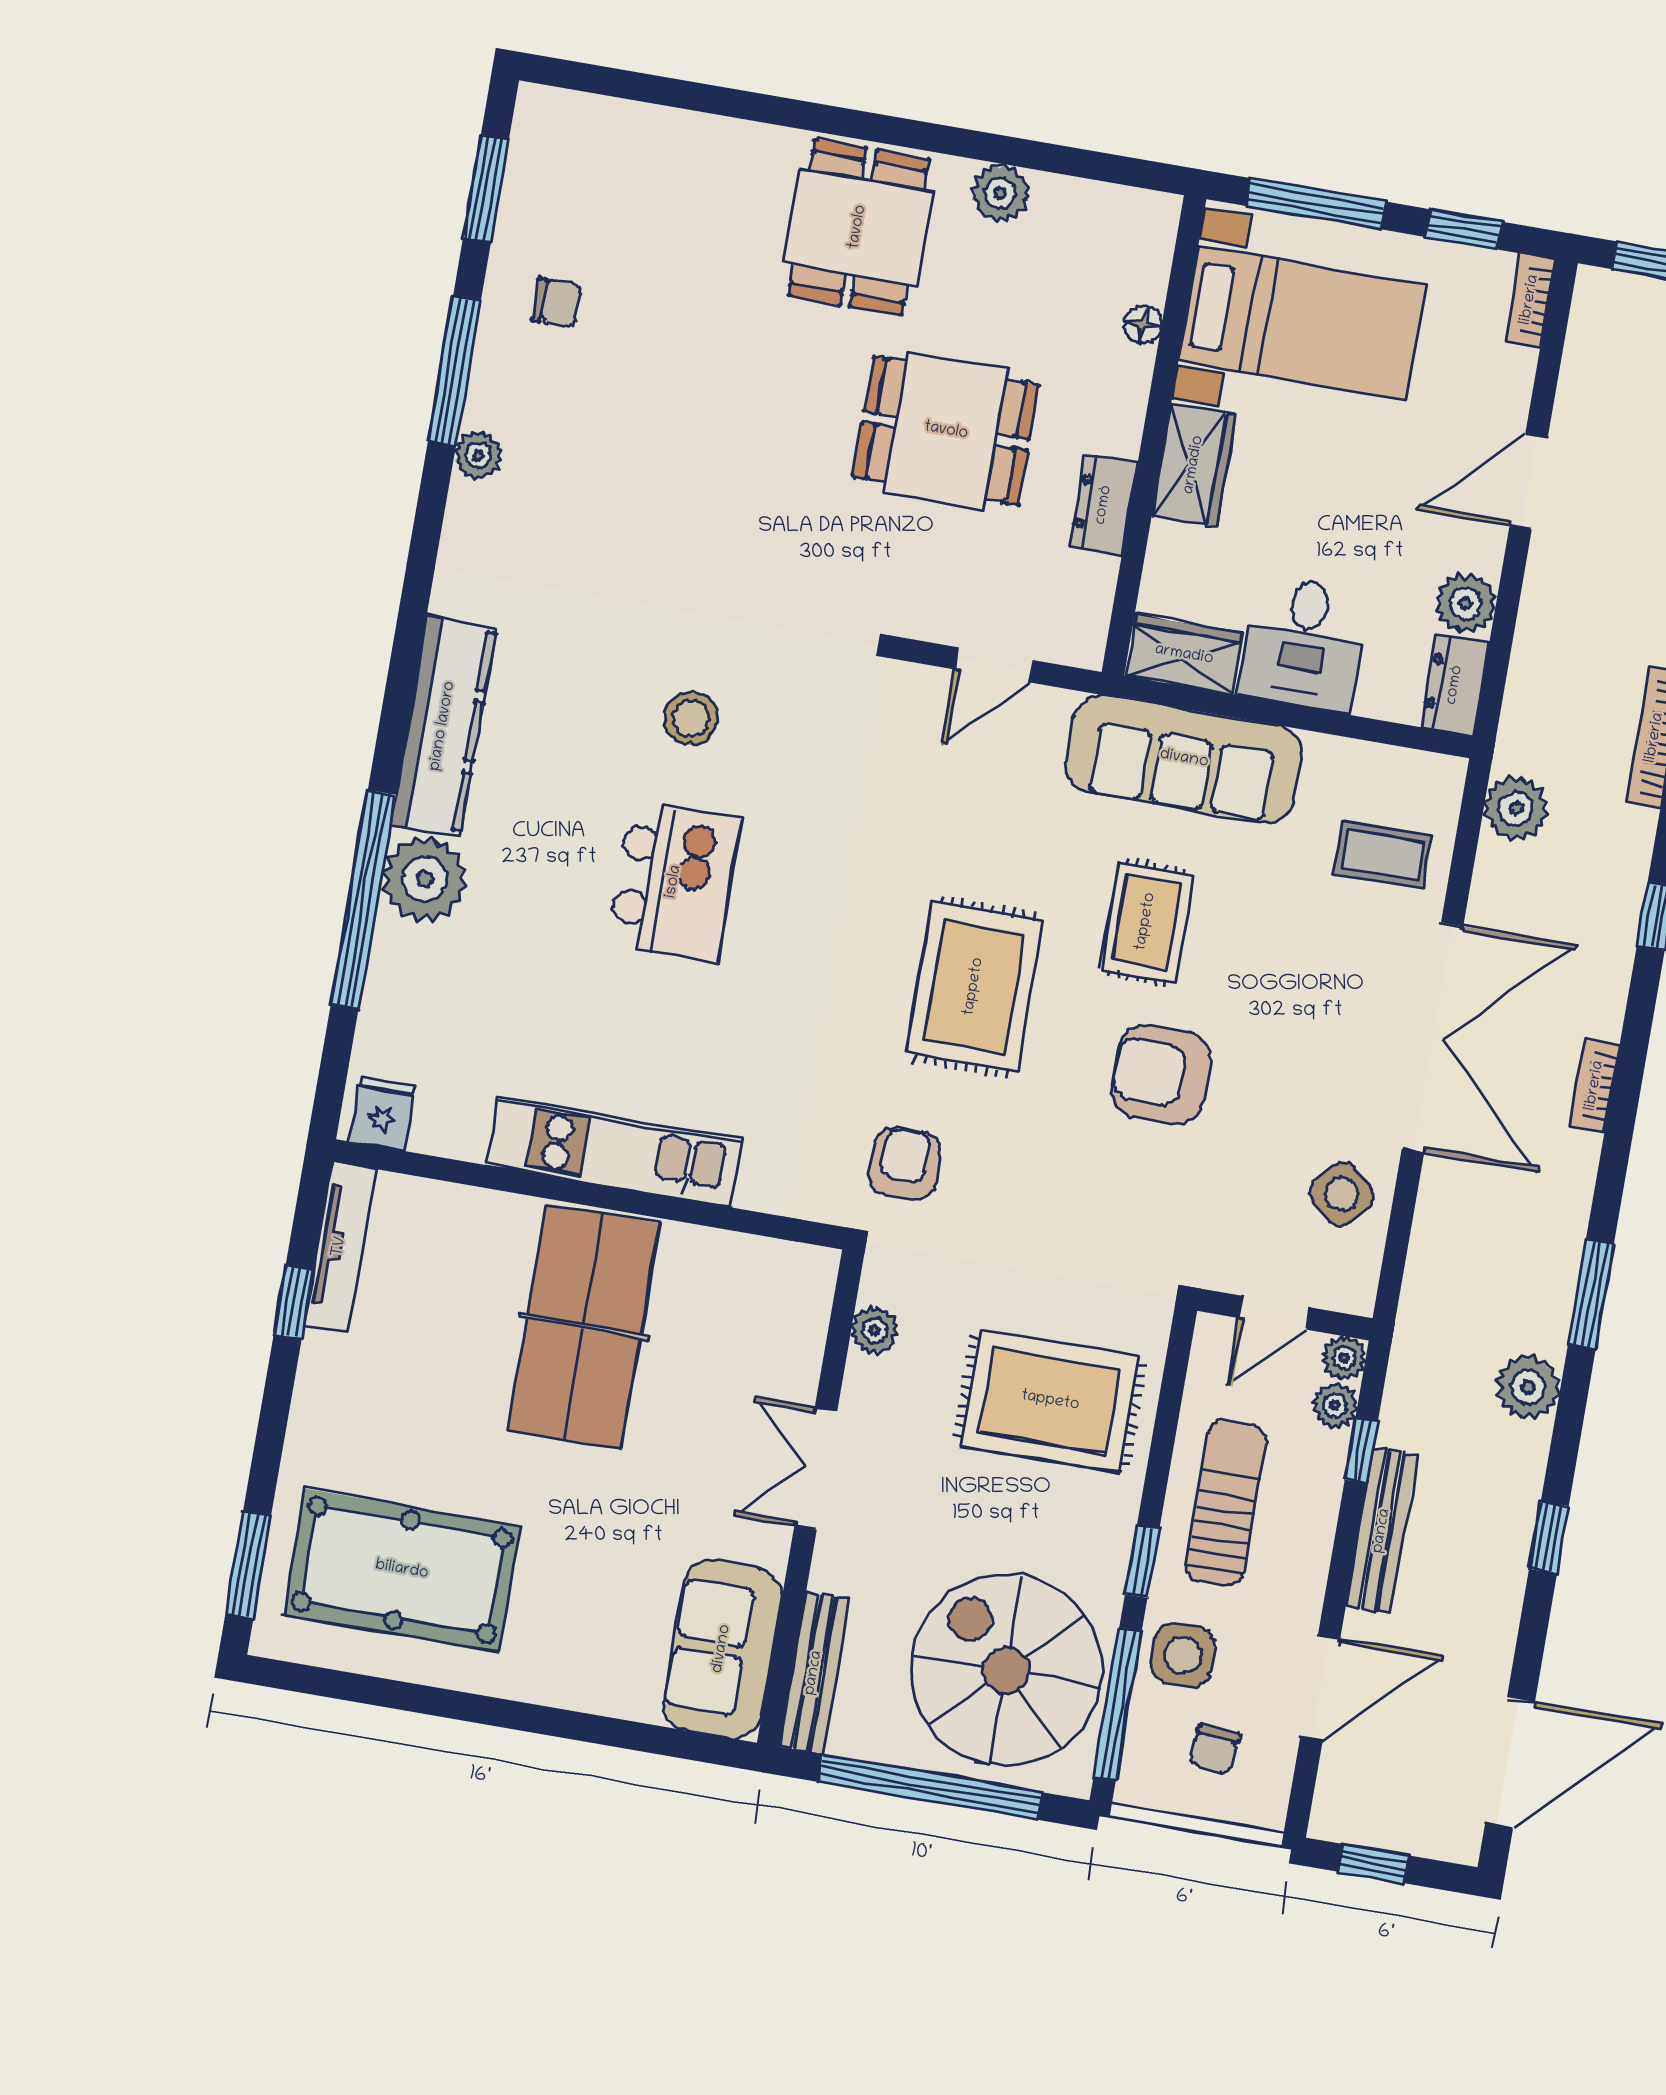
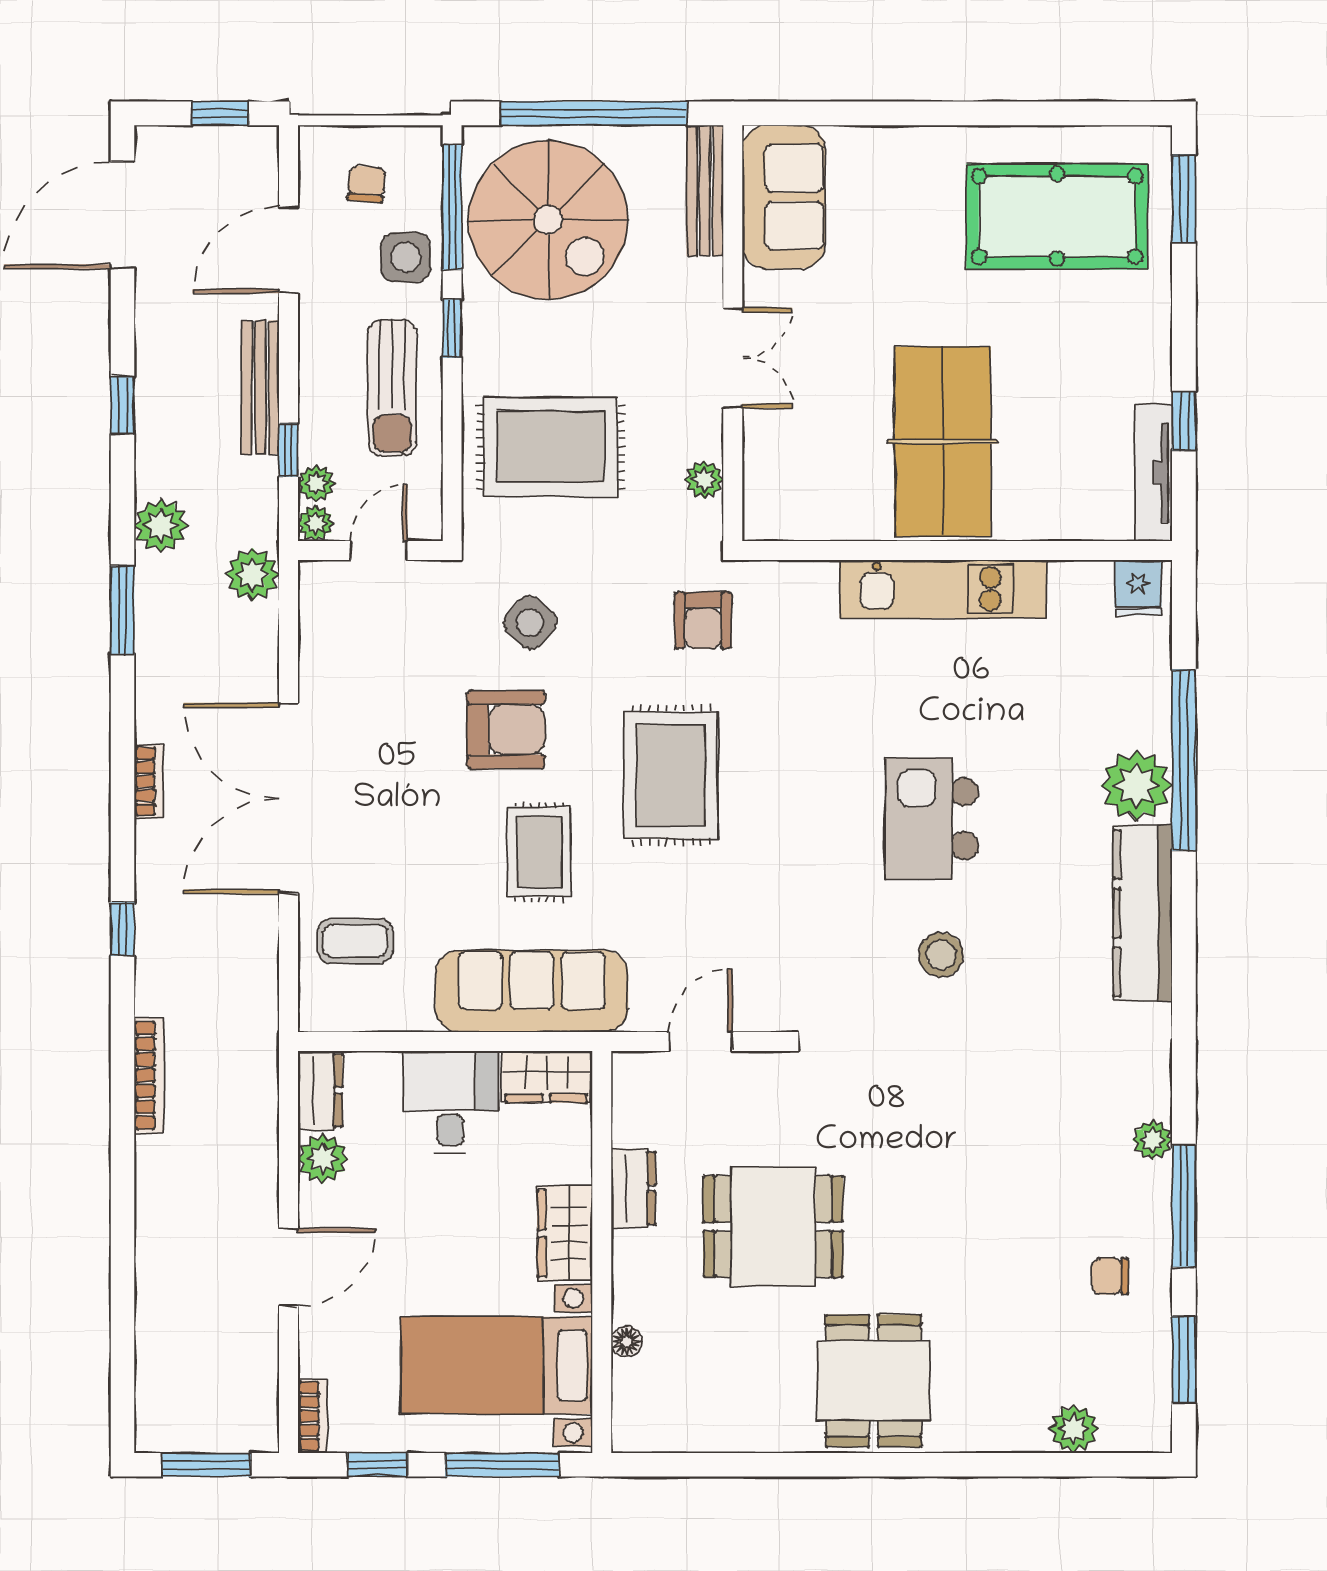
plant: (1000, 193) -> (1074, 1429), moved
plant: (1516, 808) -> (253, 575), moved
side table: (1342, 1194) -> (530, 623), moved

